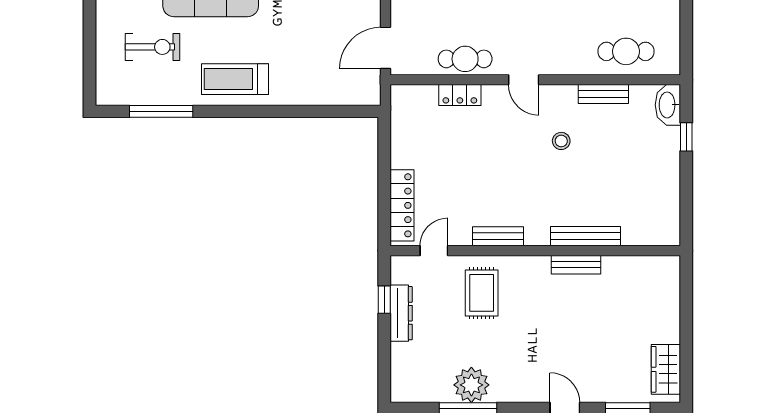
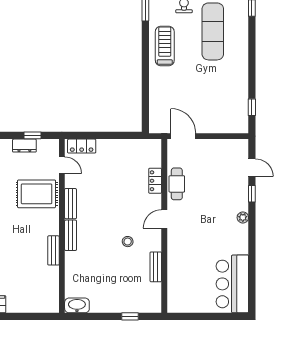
cafe table: (626, 51) -> (181, 280), removed
washbasin: (668, 105) -> (77, 305), moved
locker: (402, 205) -> (82, 146), width x0.66
bench: (585, 236) -> (71, 235), moved, width x0.73
rug: (482, 293) -> (37, 194), width x1.36, depth x1.43
dresser: (401, 313) -> (24, 146), width x0.70

